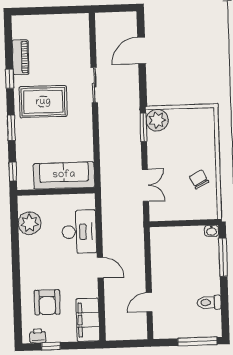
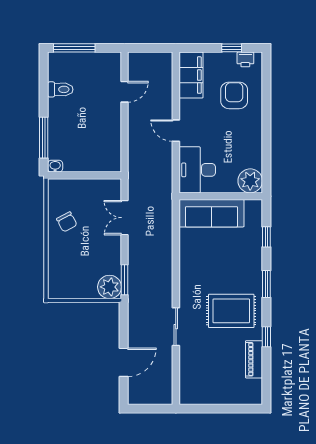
sofa: (64, 175) -> (211, 213), moved
wall: (56, 192) -> (221, 196), moved

